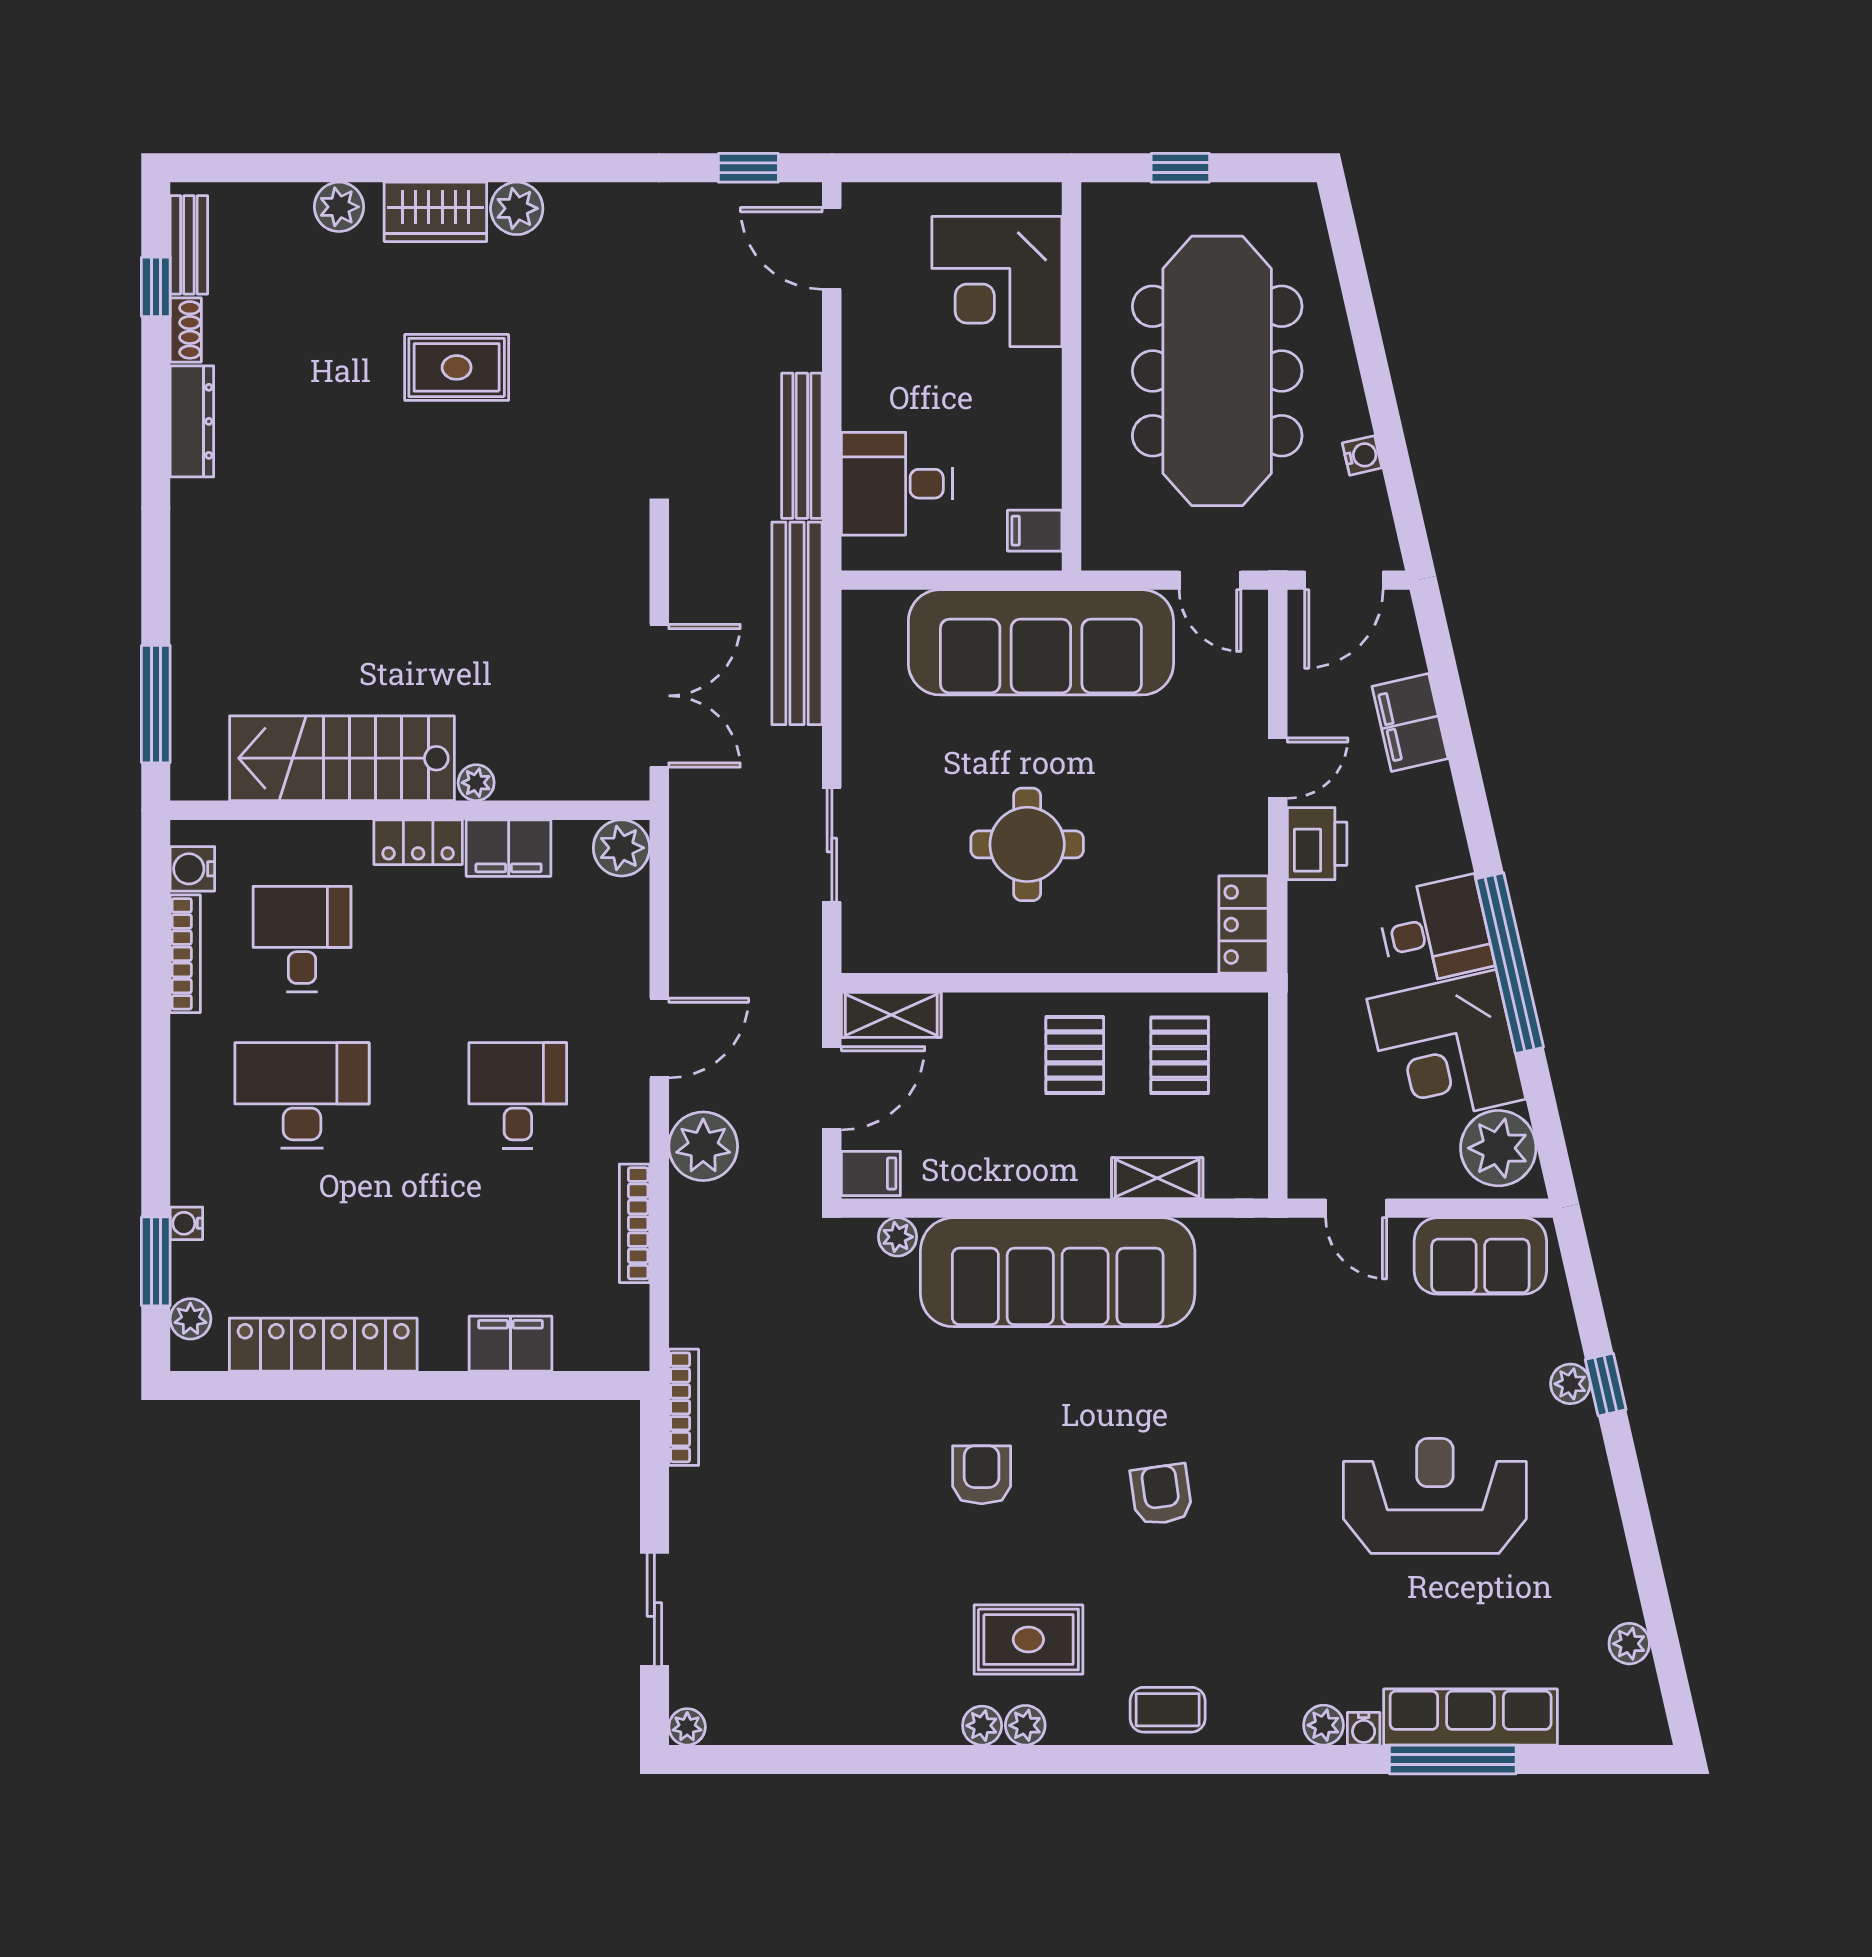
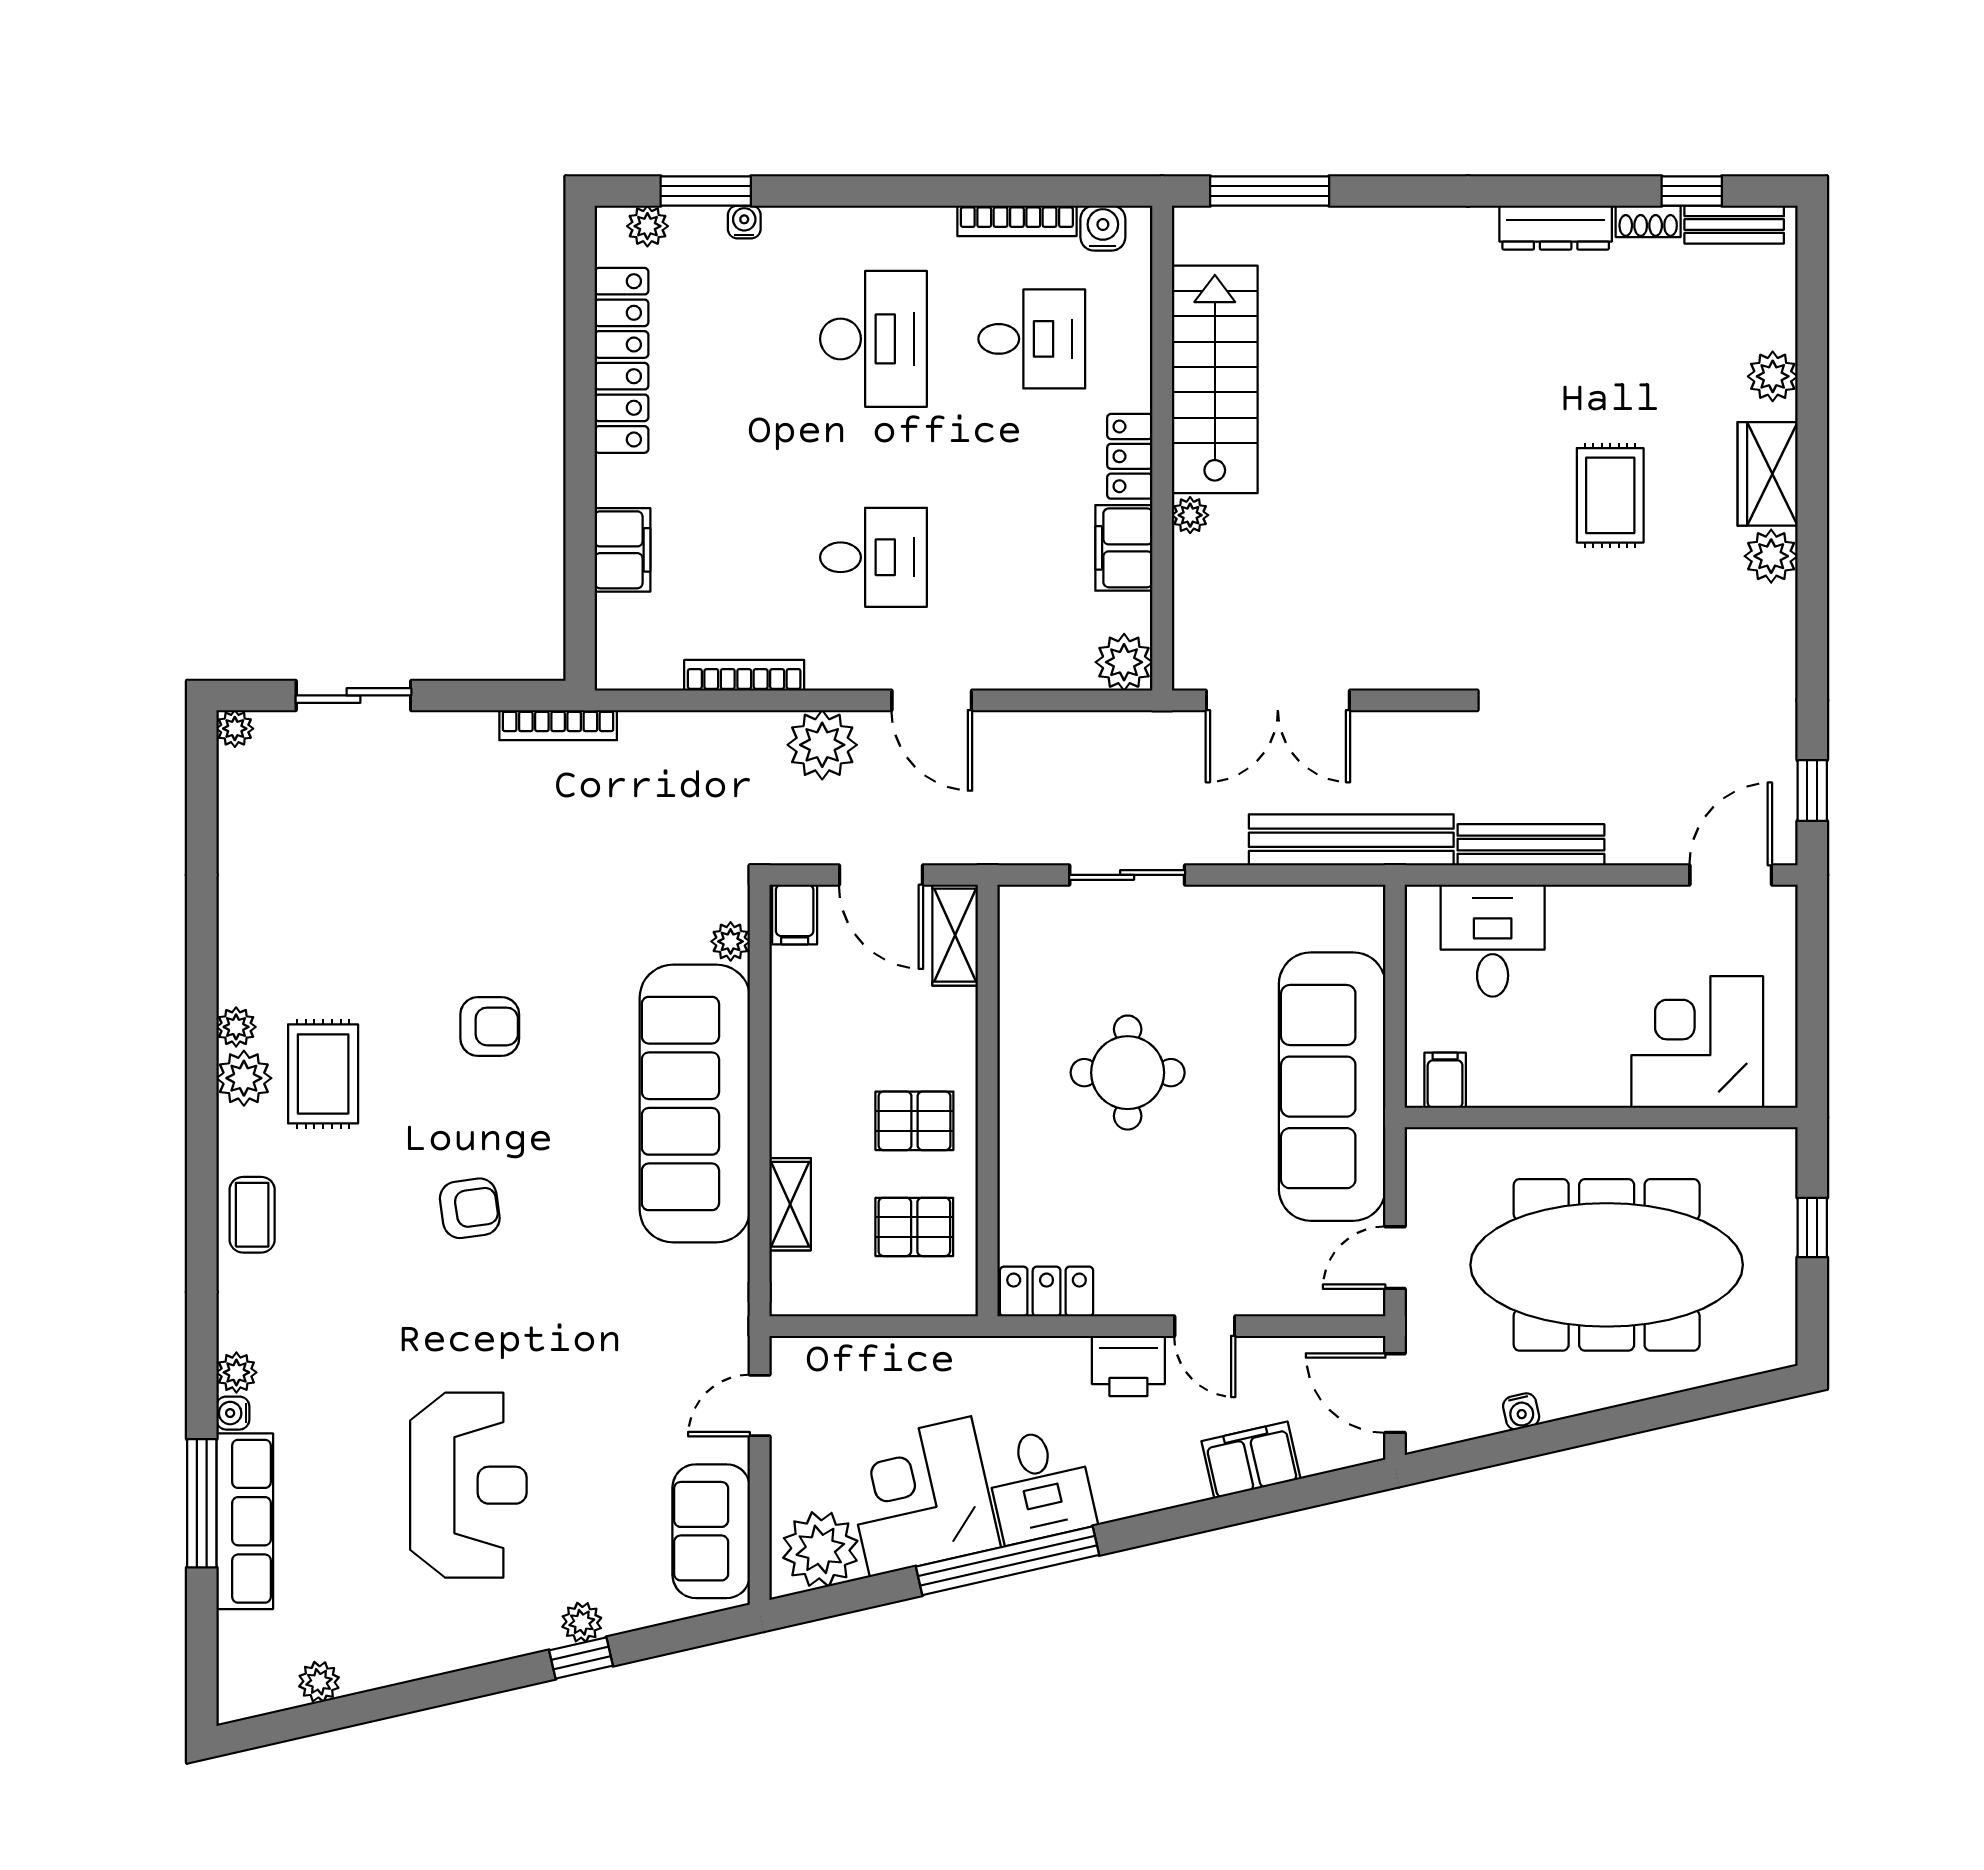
plant: (1025, 1725) -> (244, 1078), width x1.38, depth x1.38

